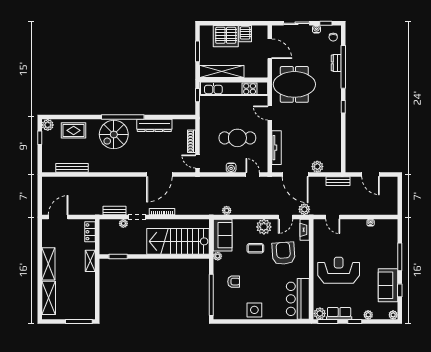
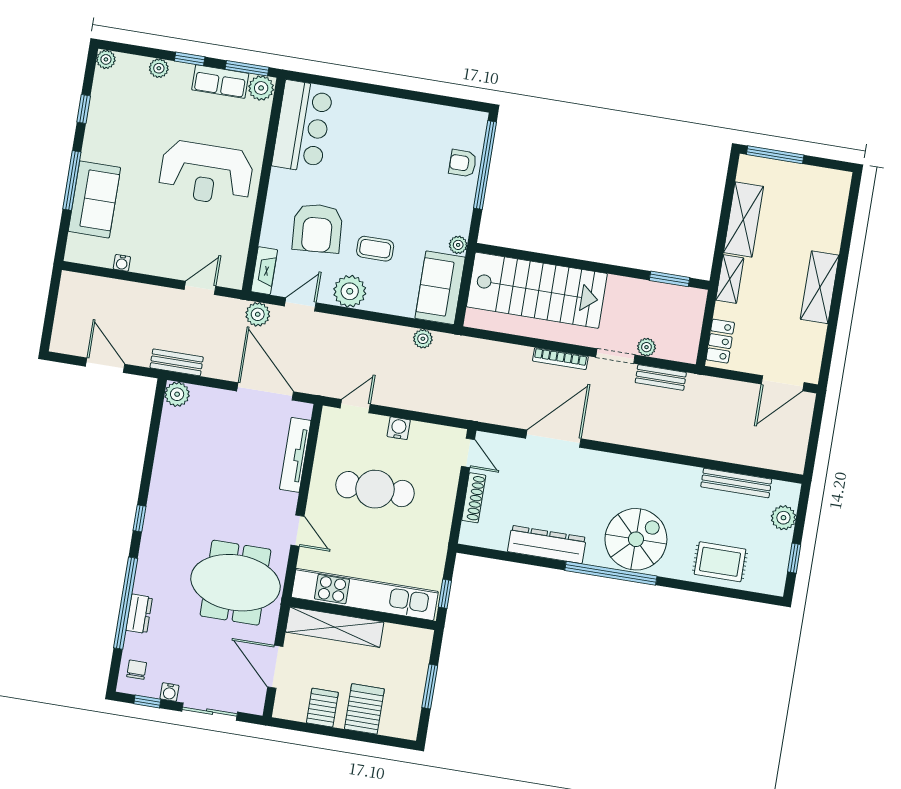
server rack: (226, 36) -> (364, 709), width x0.62
shelving: (222, 72) -> (335, 627), moved
plant: (48, 125) -> (783, 518), moved
plant: (317, 167) -> (177, 394), moved
door: (253, 174) -> (355, 406), swing flipped
door: (333, 217) -> (200, 288), hinge flipped
armchair: (234, 282) -> (463, 163), moved
sofa: (388, 285) -> (94, 199), moved
shelving: (49, 298) -> (744, 219), moved
side table: (254, 310) -> (399, 118), removed

